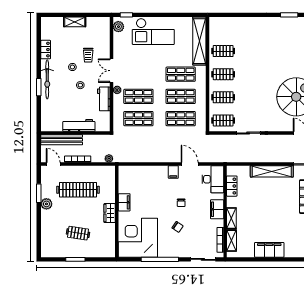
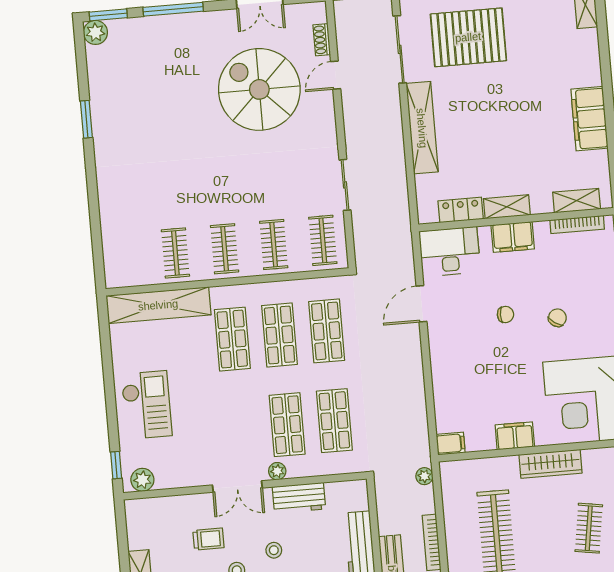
checkout: (153, 31) -> (147, 405), width x0.73, depth x0.83
filing cabinet: (173, 172) -> (451, 443), moved
wardrobe: (110, 213) -> (550, 464), width x1.50
shelving: (231, 218) -> (507, 207), moved

